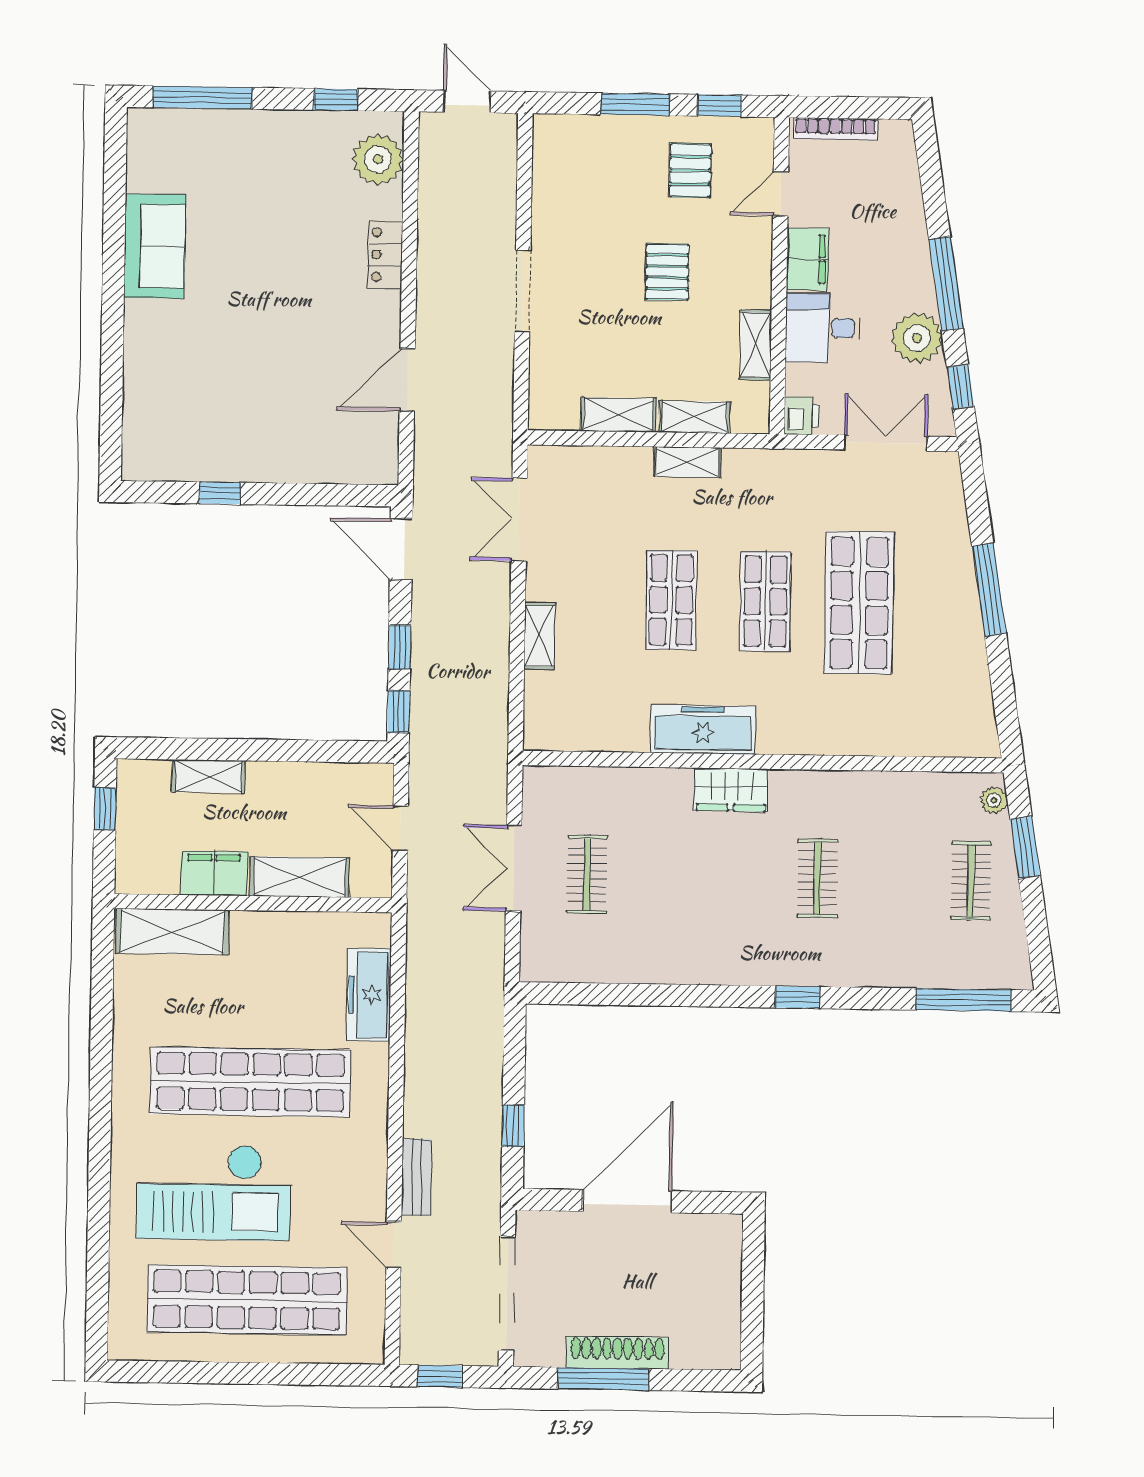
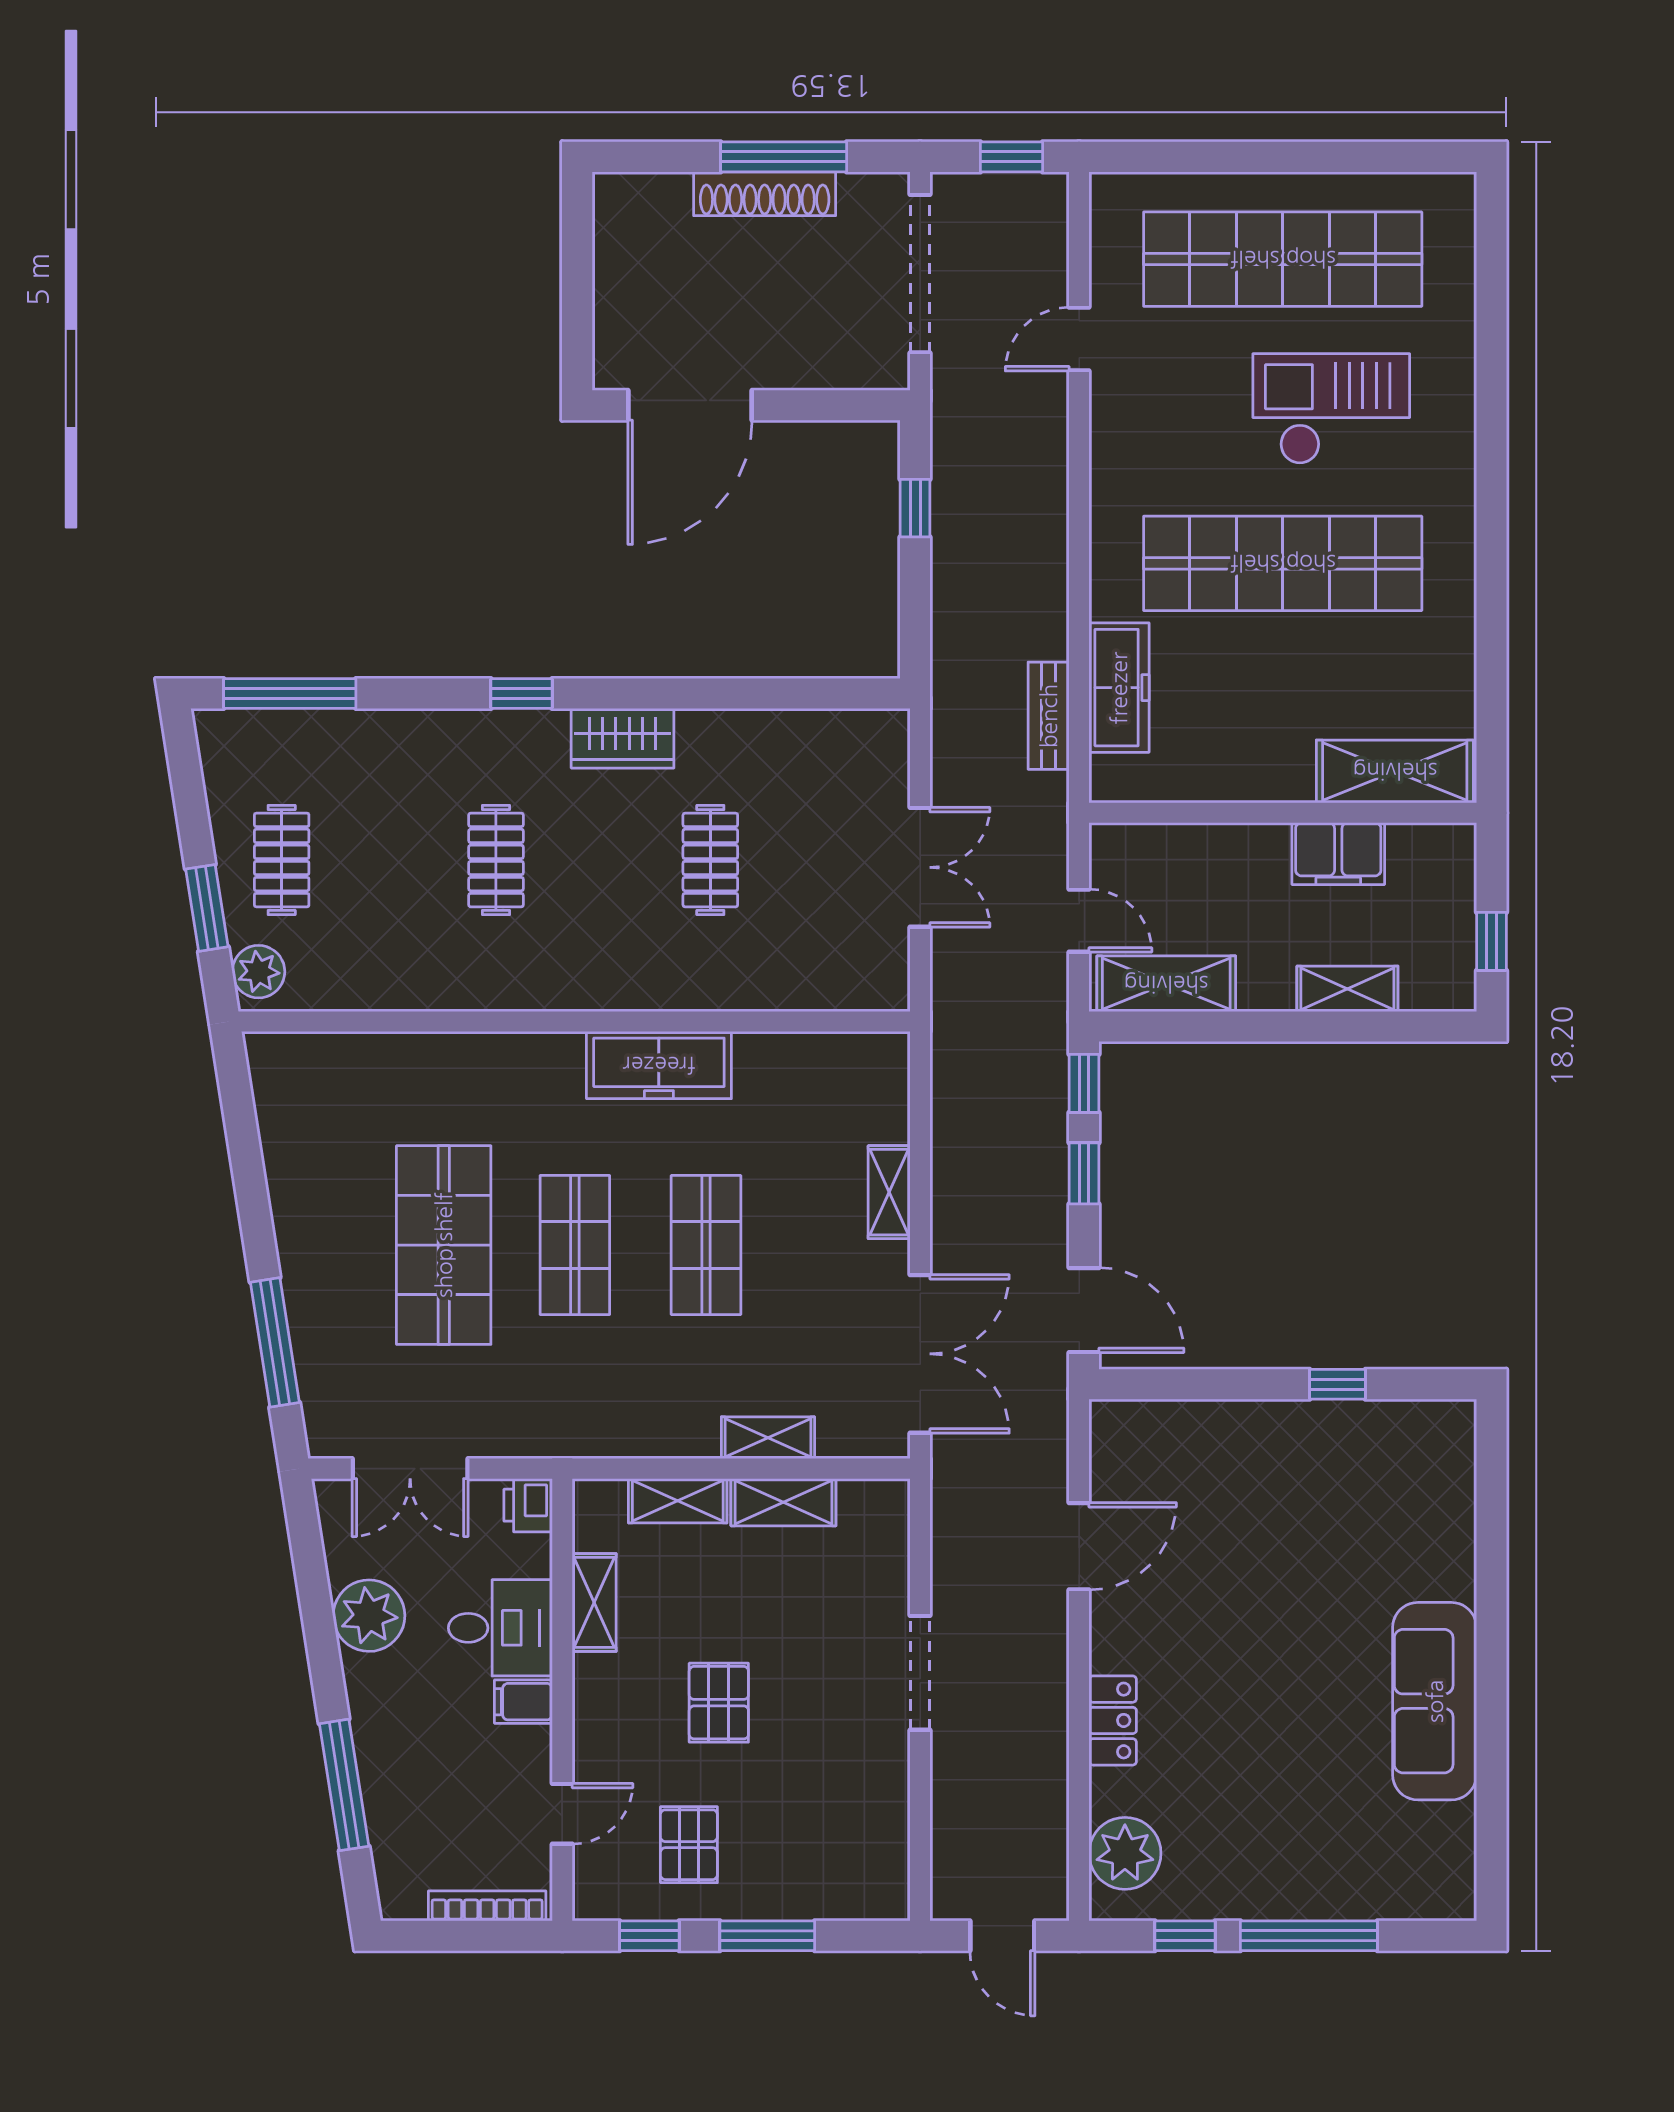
window: (202, 97) -> (1309, 1936), moved
sofa: (155, 246) -> (1435, 1701), width x1.36
filing cabinet: (807, 259) -> (523, 1702), width x0.50
window: (946, 284) -> (344, 1785), moved
window: (960, 387) -> (307, 1549), removed
shelving: (687, 462) -> (768, 1438), moved
double door: (519, 520) -> (920, 1354), width x1.37
window: (989, 590) -> (275, 1342), moved
wardrobe: (731, 790) -> (623, 738), moved, turned 180
plant: (994, 800) -> (259, 972), width x1.38, depth x1.38
clothes rail: (587, 875) -> (710, 860), moved
shelving: (300, 877) -> (1166, 984), moved
bench: (417, 1177) -> (1049, 716), moved
checkout: (214, 1192) -> (1331, 409), width x0.73, depth x0.83
door: (627, 1201) -> (690, 405), moved
door: (394, 1245) -> (1079, 339), swing flipped

